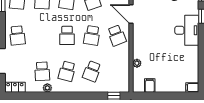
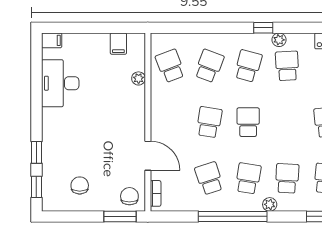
desk: (187, 30) -> (60, 83), moved
school desk: (117, 35) -> (170, 66), moved
window: (114, 96) -> (263, 28), moved

